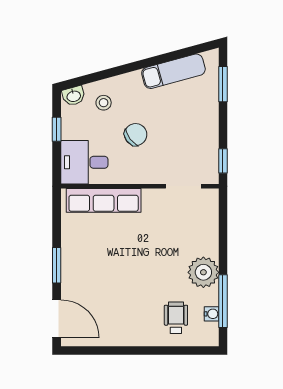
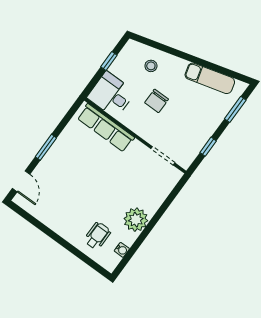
washbasin: (74, 96) -> (135, 48), removed
chair: (136, 135) -> (157, 101), turned 127
window: (223, 161) -> (208, 147), moved
window: (223, 301) -> (135, 247), removed
door: (57, 319) -> (21, 181), width x0.73

